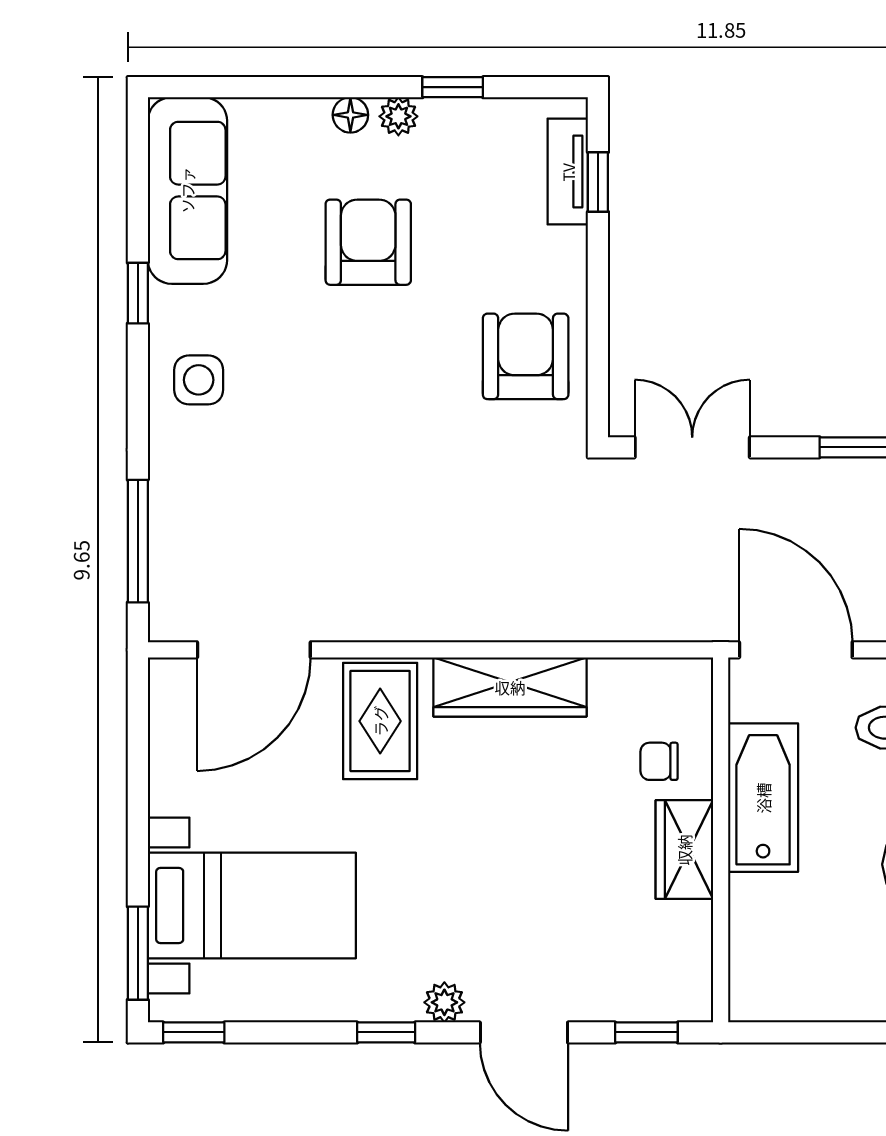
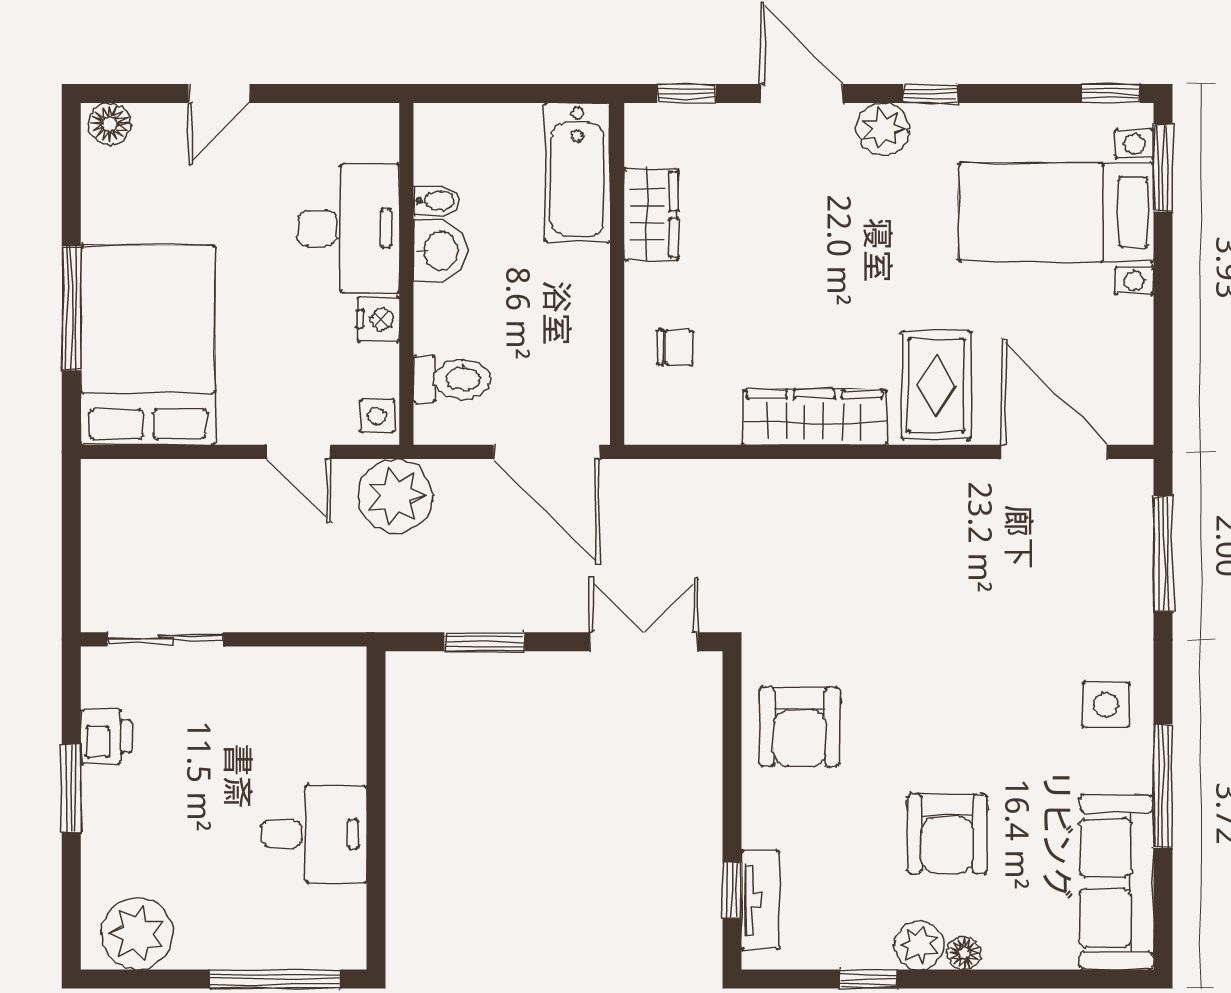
plant: (398, 116) -> (919, 945), width x1.38, depth x1.38
window: (138, 293) -> (1163, 786), width x2.17
double door: (692, 447) -> (644, 642), swing flipped
door: (254, 650) -> (1054, 452), hinge flipped
bathtub: (763, 798) -> (577, 172), moved
wardrobe: (684, 850) -> (651, 214), moved
plant: (444, 1002) -> (883, 129), width x1.38, depth x1.38

